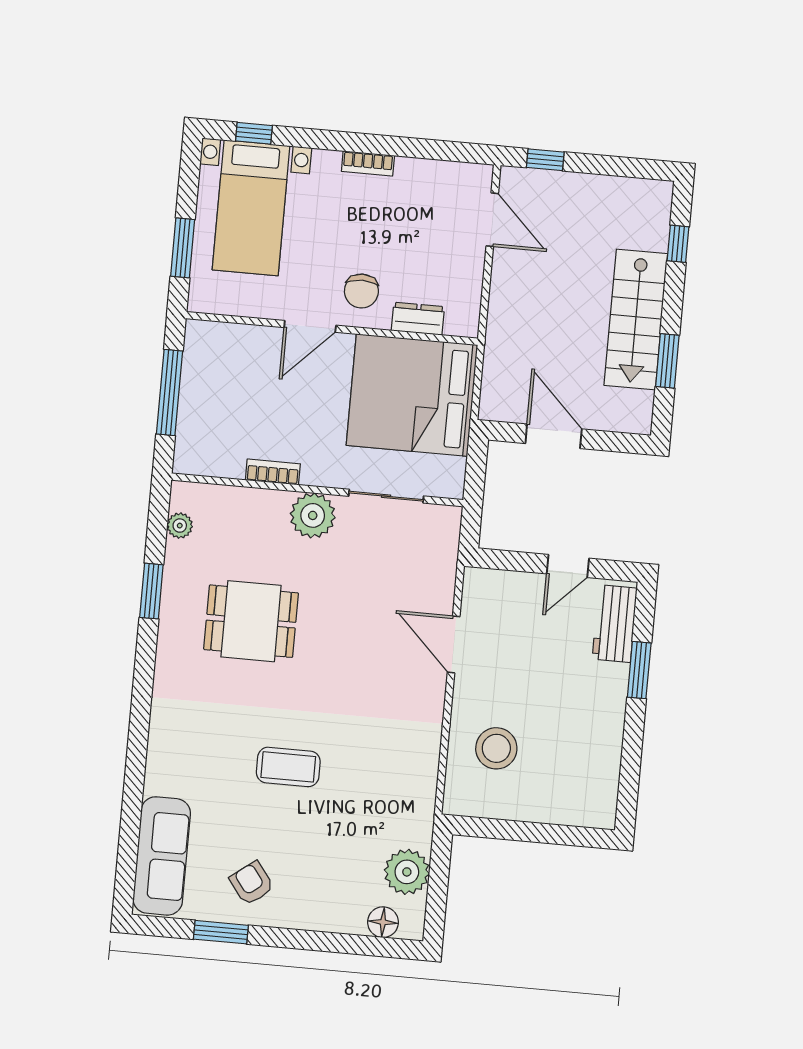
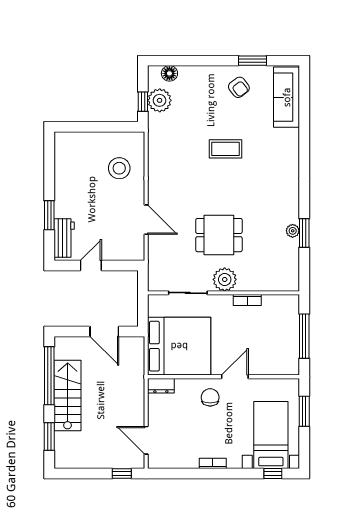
window: (678, 244) -> (49, 436), width x1.50
dresser: (418, 319) -> (161, 386), moved
window: (667, 361) -> (49, 376), width x2.11
plant: (180, 526) -> (293, 231), moved
dining table: (251, 621) -> (219, 235), moved
window: (439, 872) -> (143, 102), added

